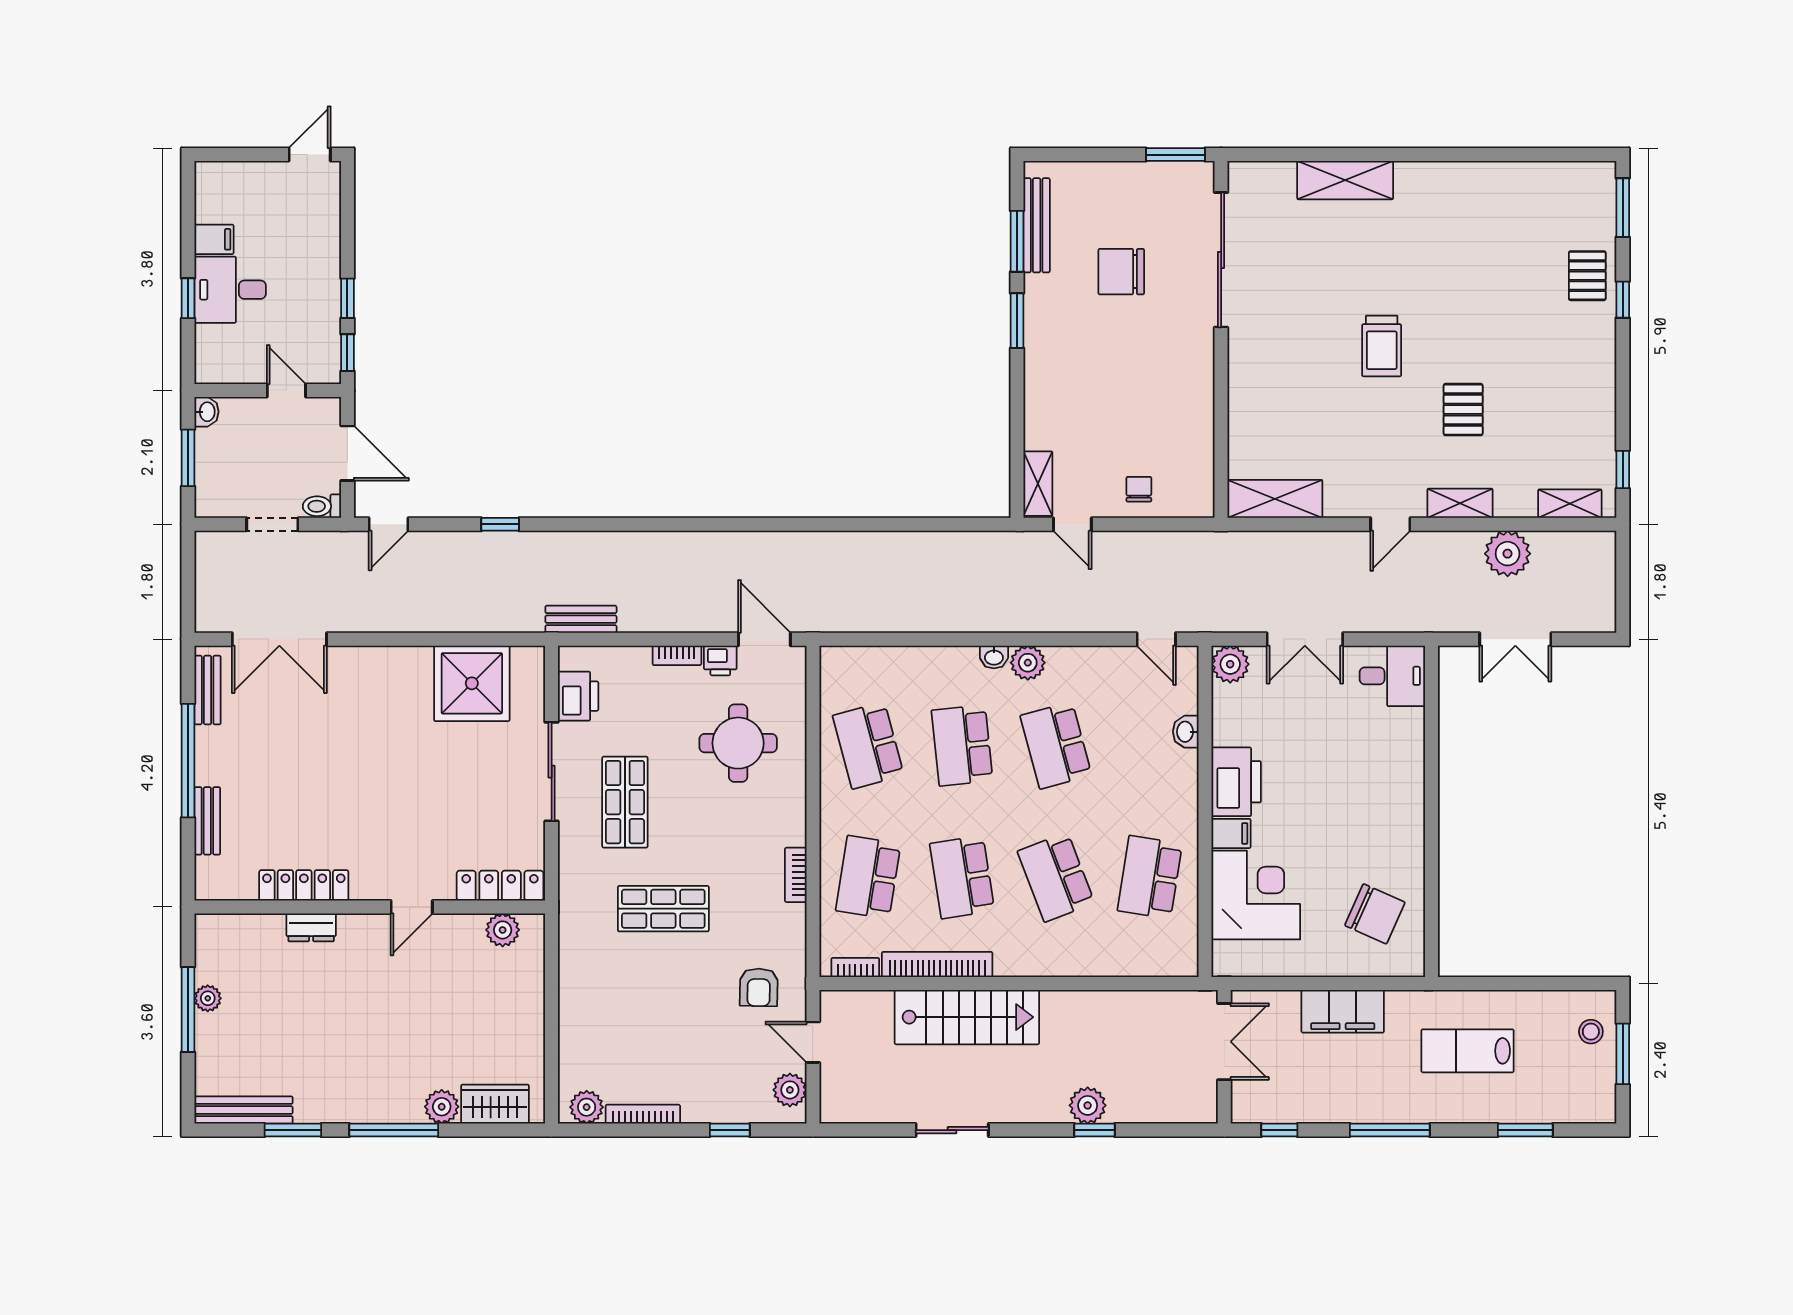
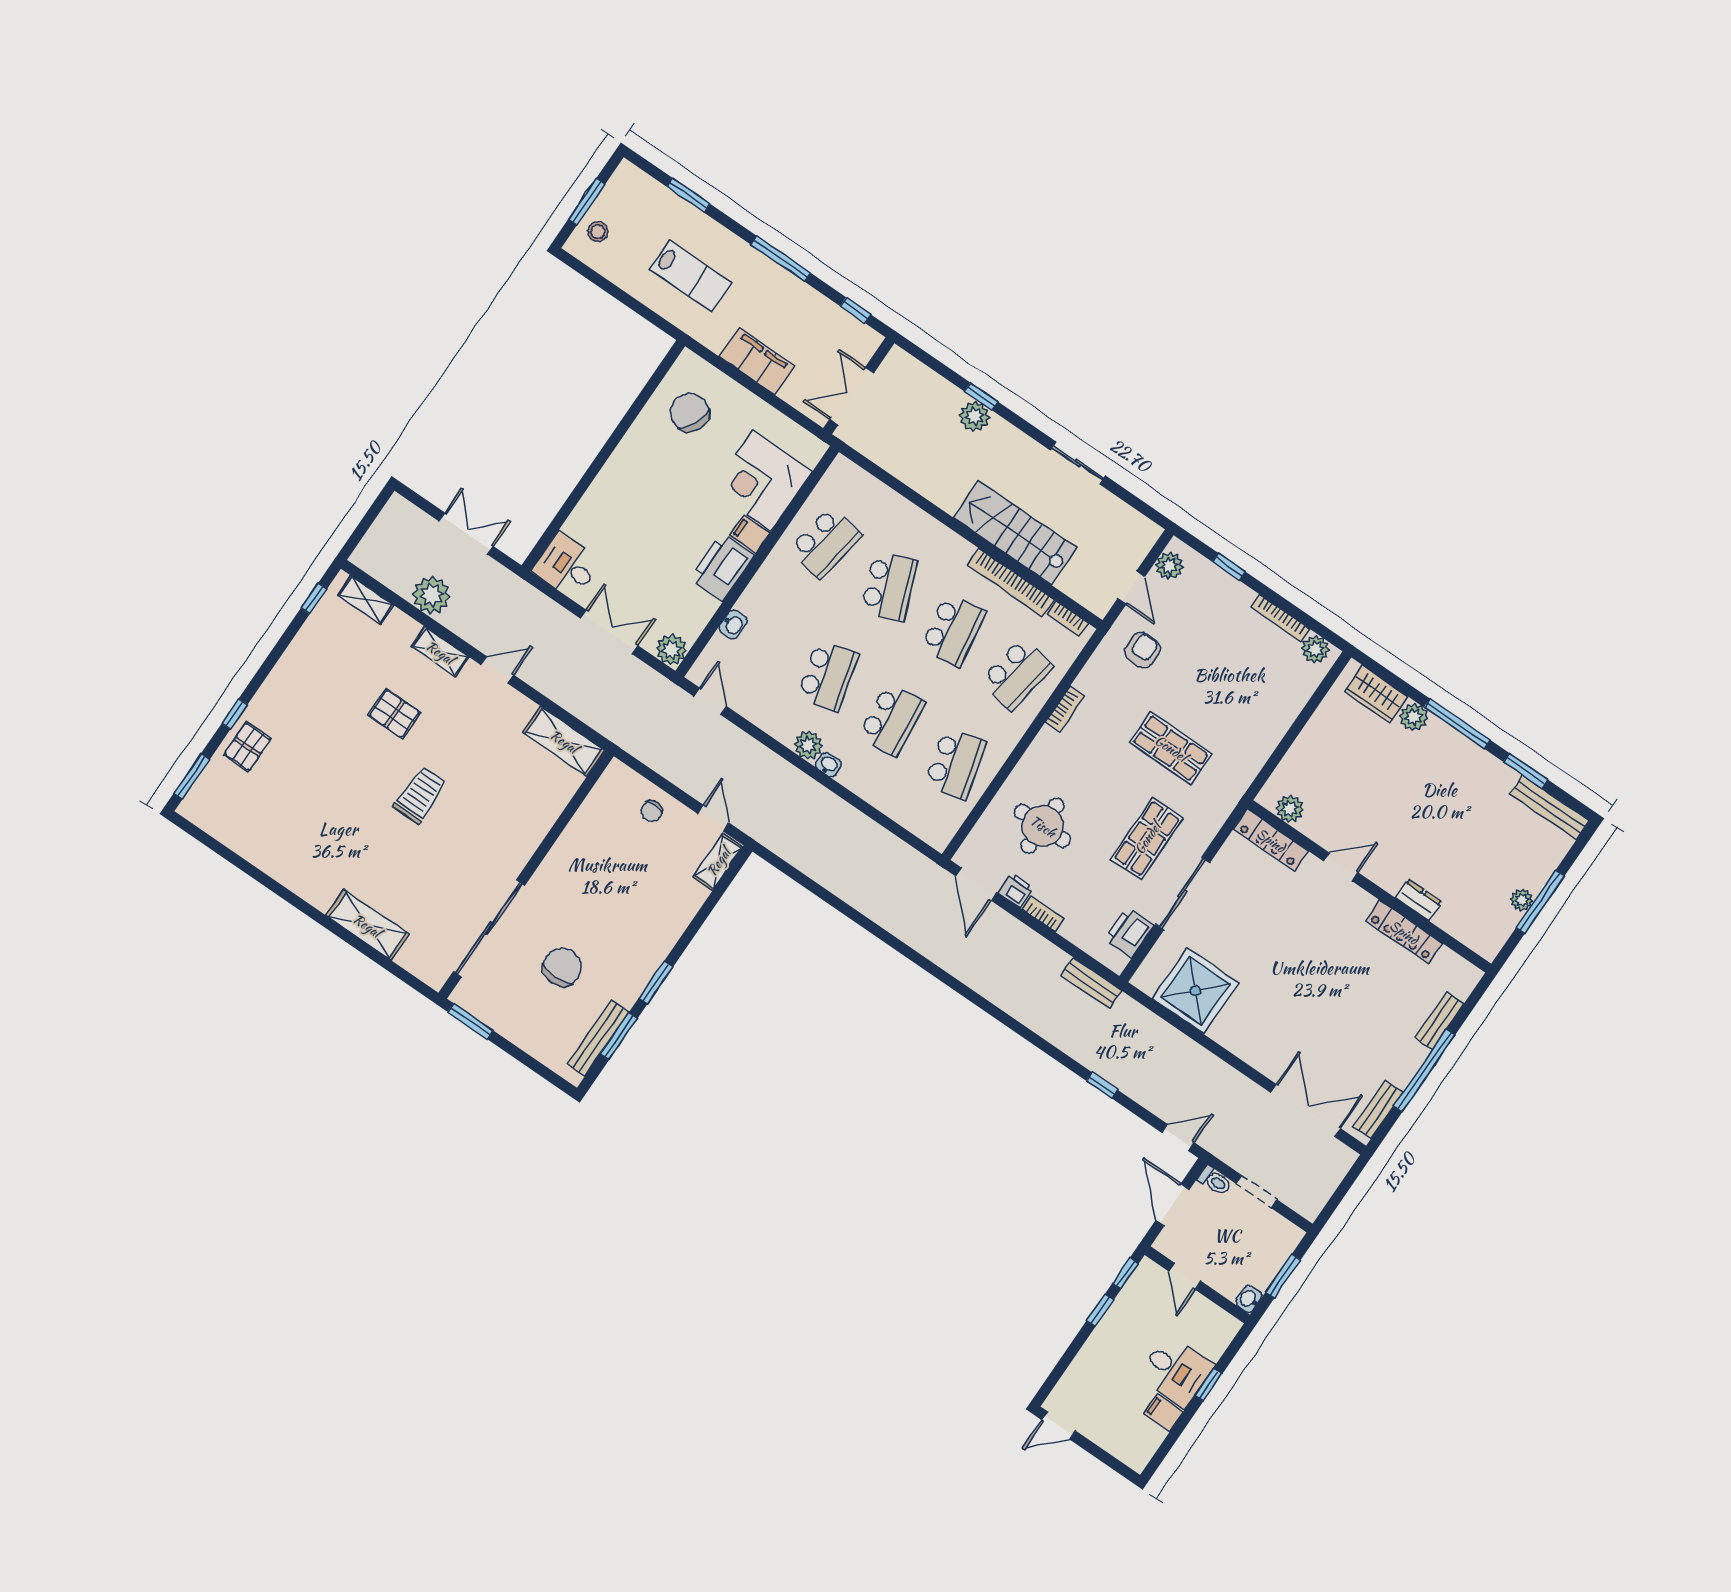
chair: (1121, 272) -> (562, 967), turned -90
pallet: (1463, 410) -> (394, 714), turned 90

